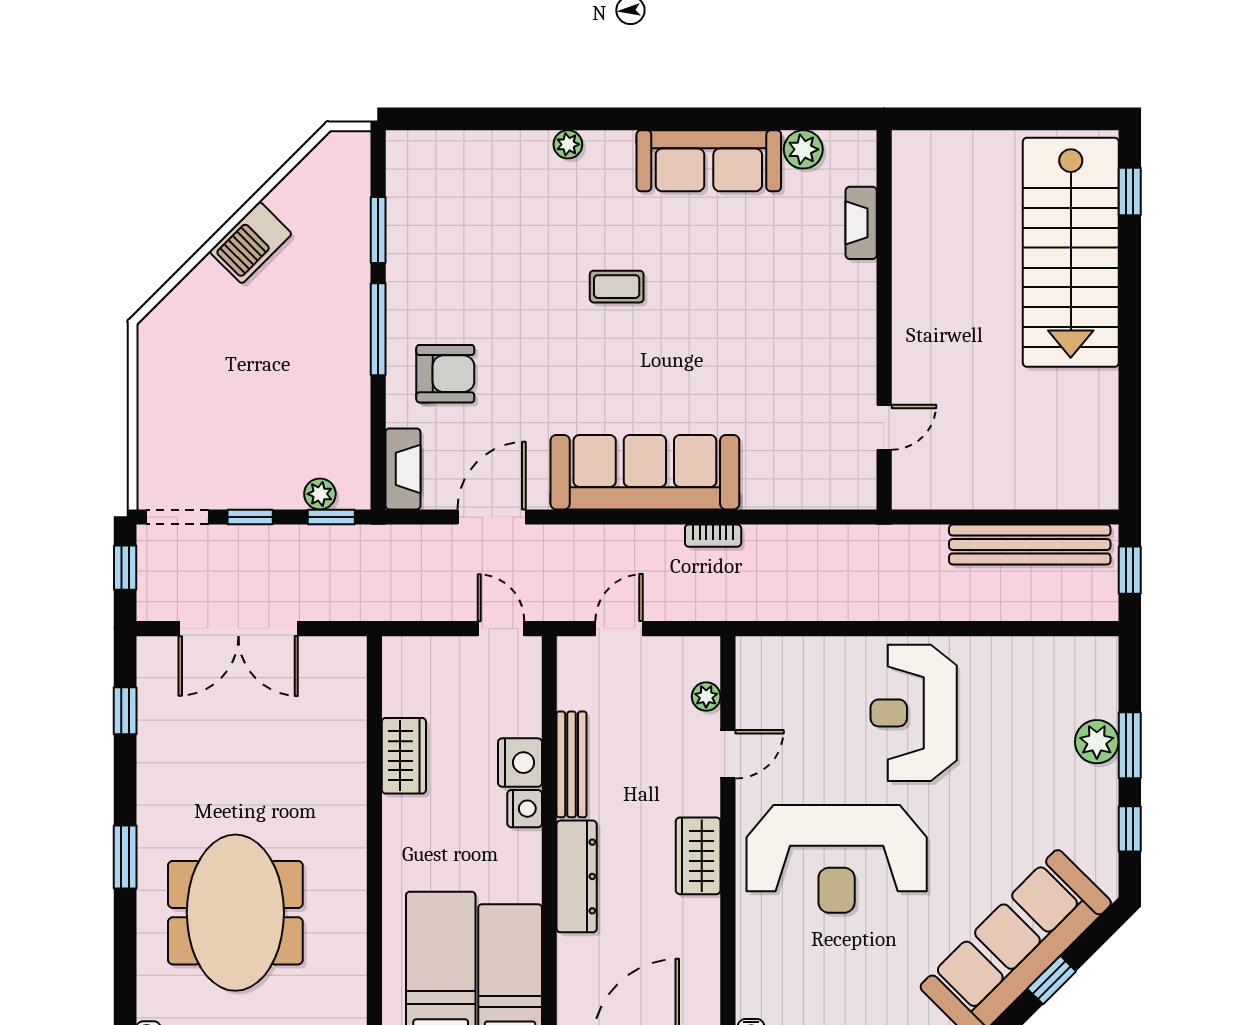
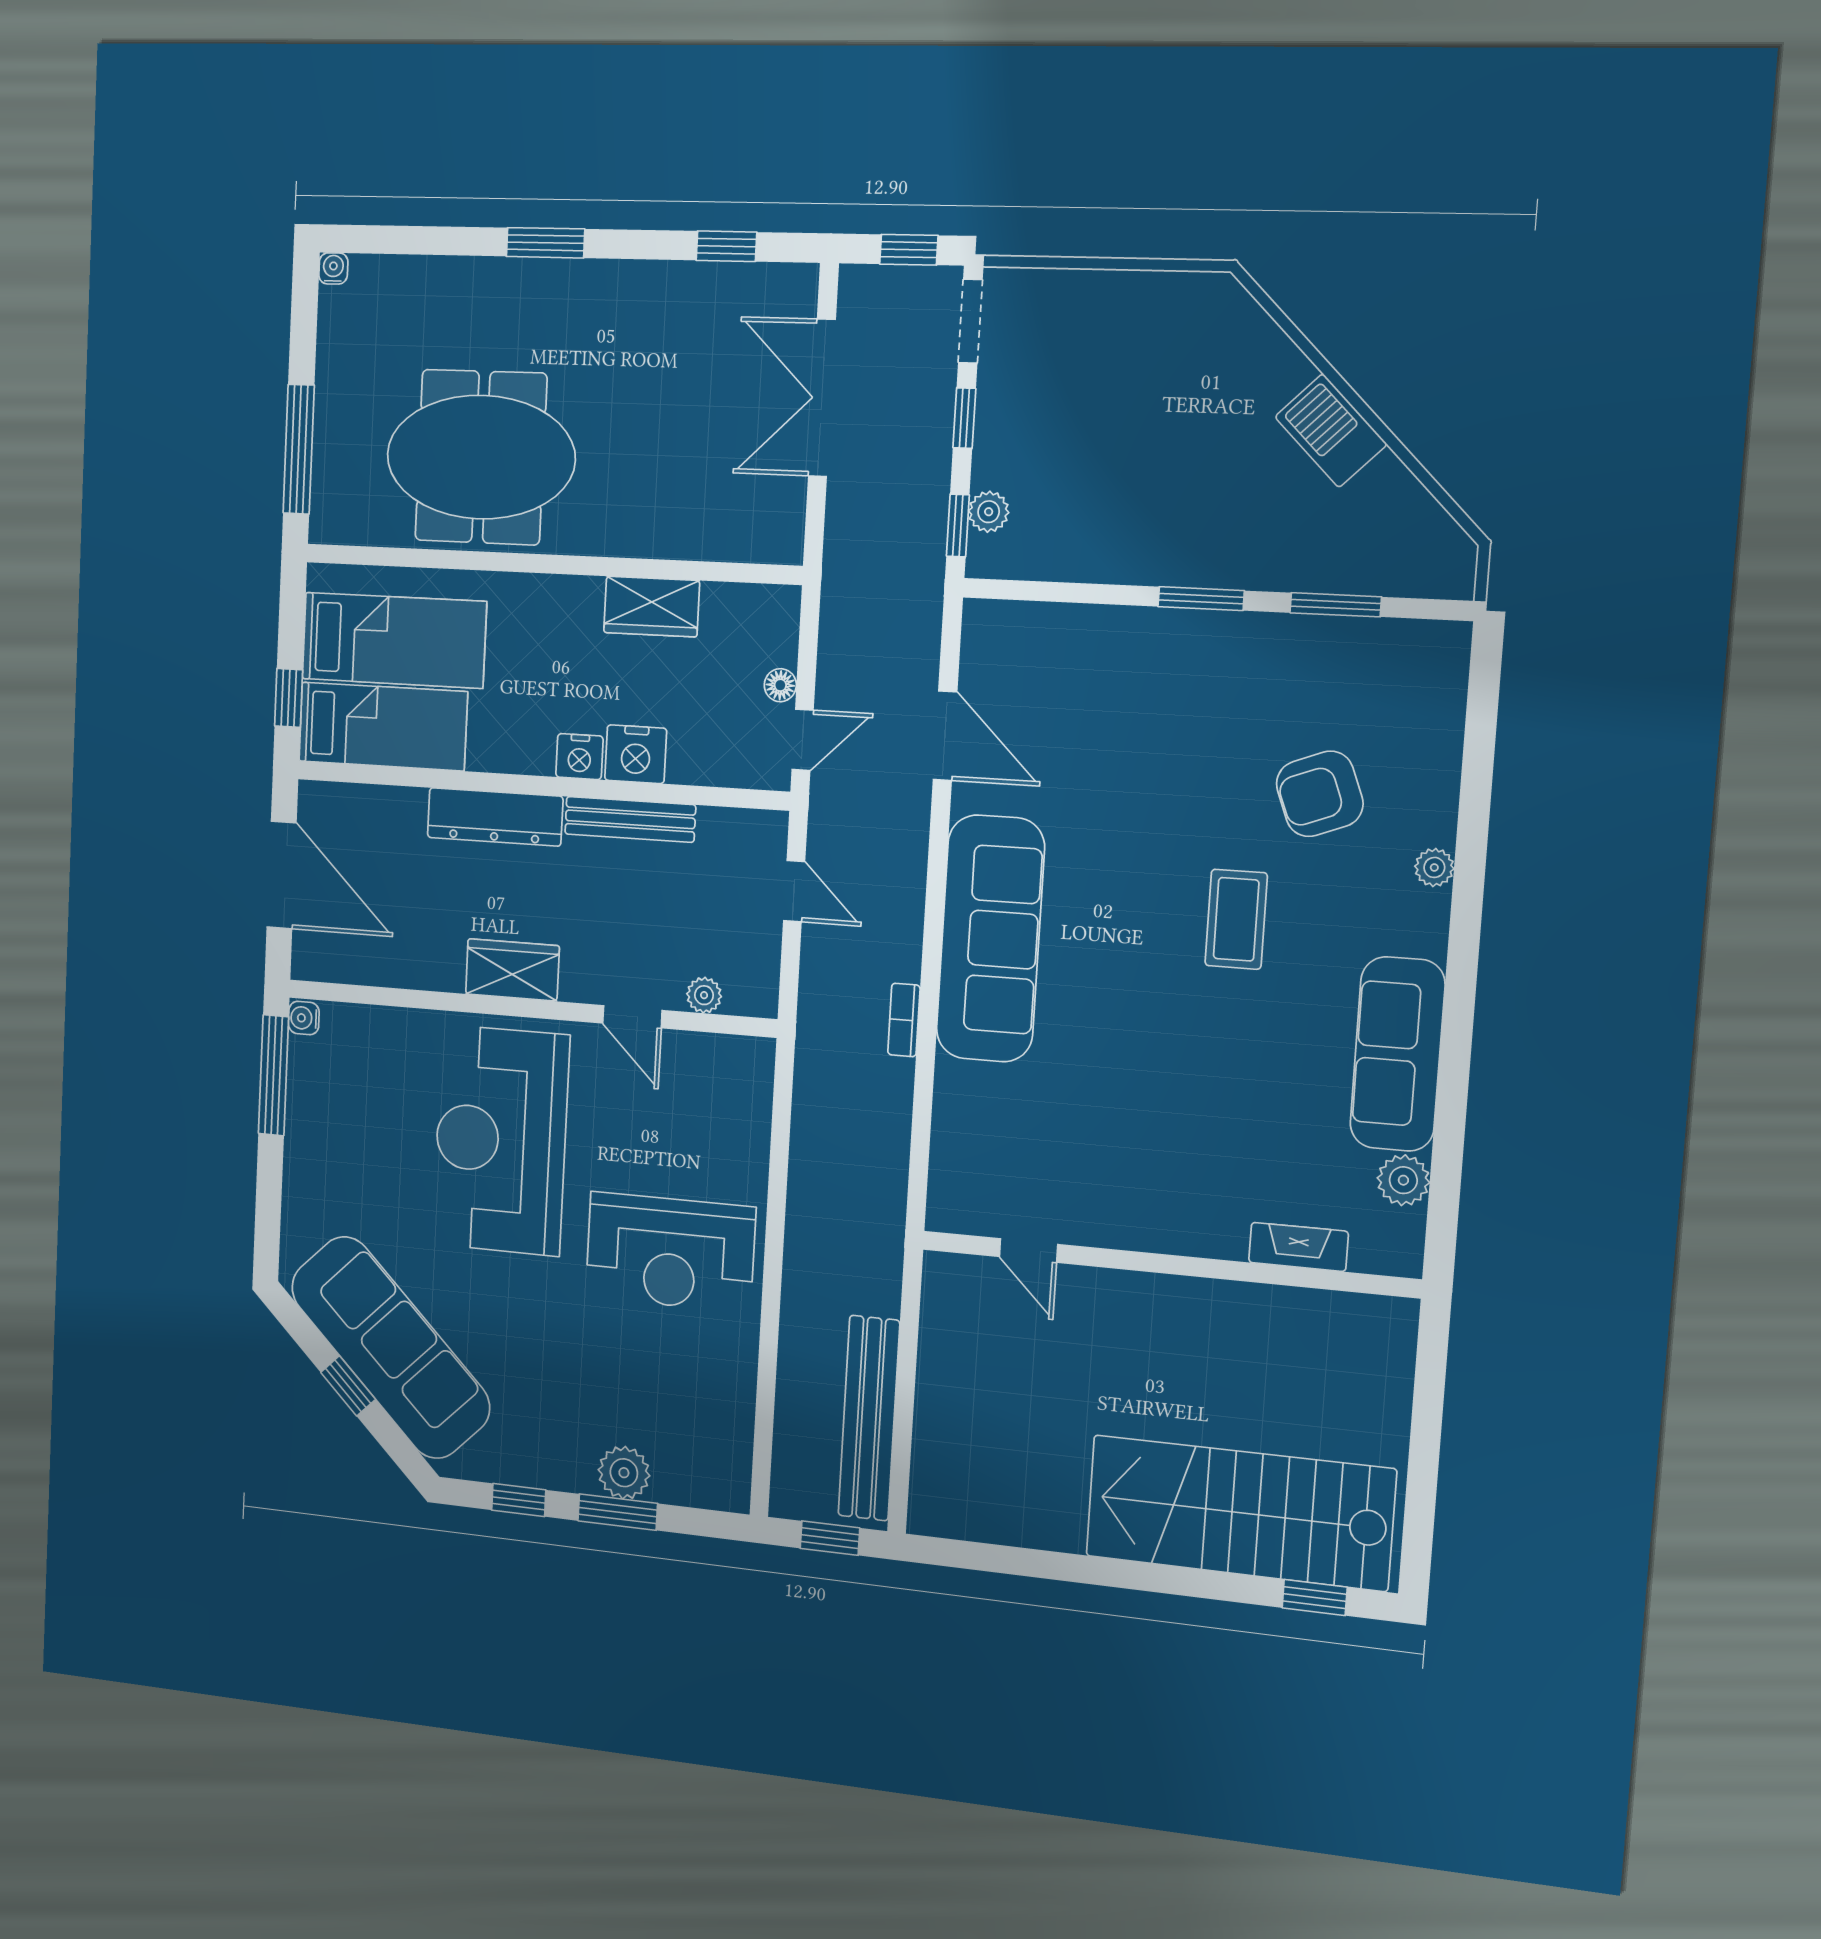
coffee table: (617, 287) -> (1236, 919), width x1.36, depth x1.30
window: (378, 329) -> (1201, 599), width x0.69
armchair: (445, 374) -> (1320, 794), moved, turned 69
fireplace: (403, 469) -> (1014, 623), removed
floor lamp: (460, 649) -> (780, 685), added
reception desk: (914, 713) -> (670, 1252), turned 180
meeting table: (235, 913) -> (481, 457), moved

